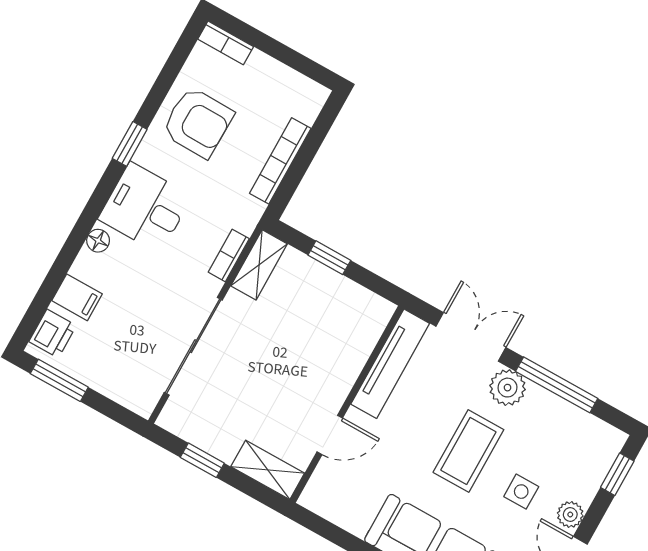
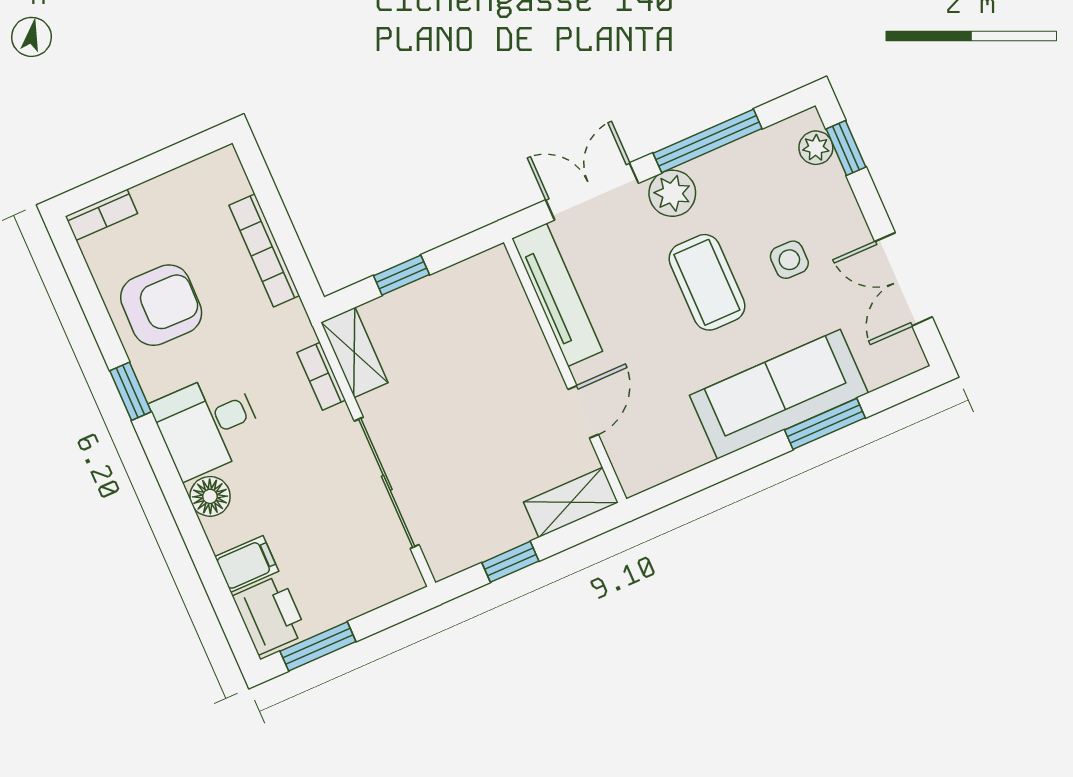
floor lamp: (98, 241) -> (210, 496), width x1.37, depth x1.37
printer: (53, 334) -> (270, 615), width x1.36, depth x1.24
plant: (570, 514) -> (816, 148), moved

